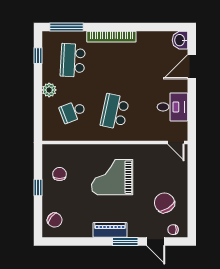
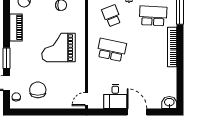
door: (192, 67) -> (137, 112), moved
grand piano: (112, 177) -> (59, 48), turned -90
chair: (164, 203) -> (38, 90), turned -58
piano: (110, 230) -> (16, 27), moved

